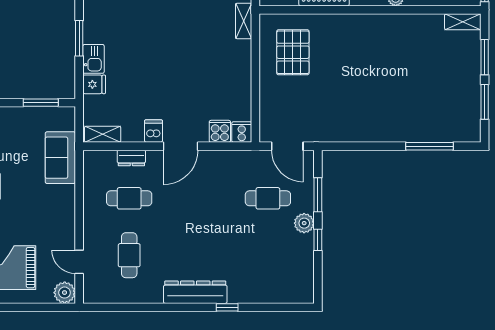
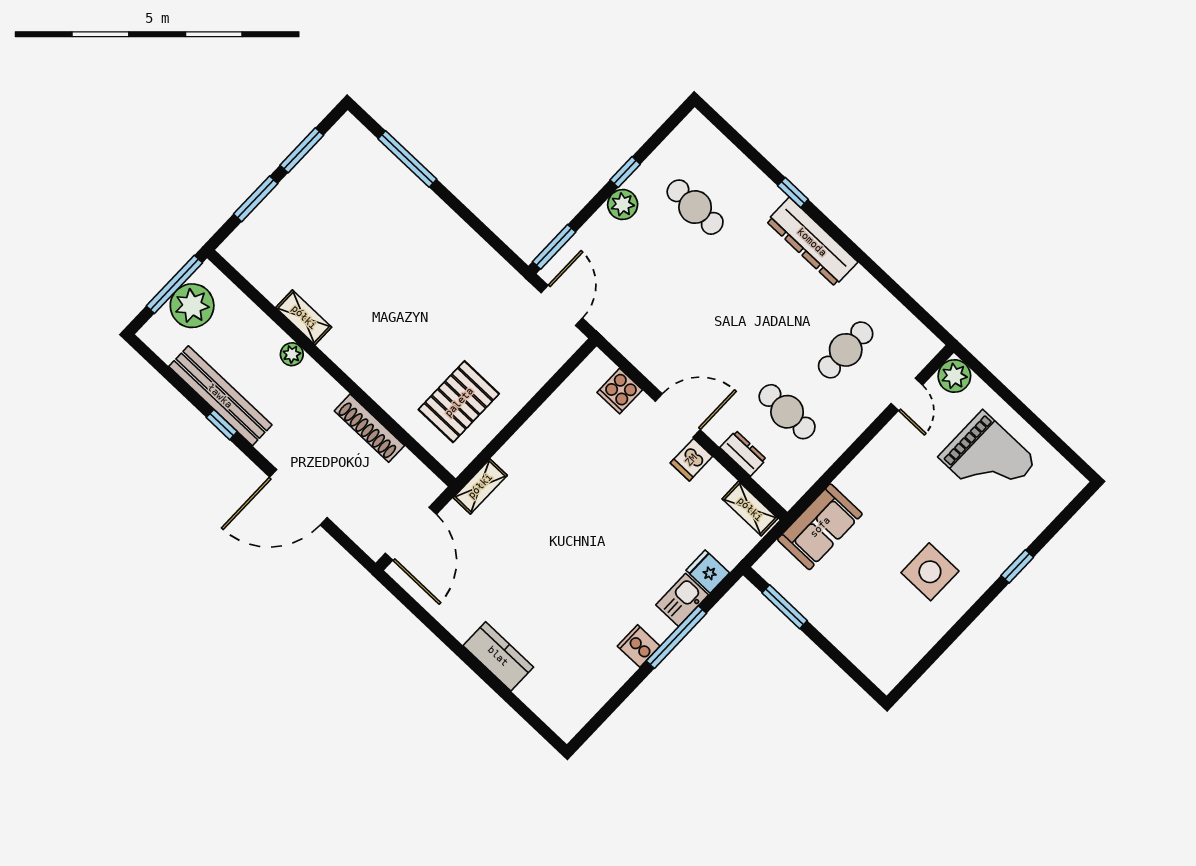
shelving: (463, 22) -> (304, 317), moved
window: (79, 38) -> (676, 637), width x1.44
cooker: (242, 132) -> (639, 646), moved, turned 90
window: (318, 195) -> (554, 247), moved
cafe table: (268, 198) -> (695, 207), moved

